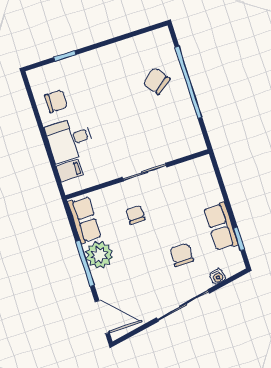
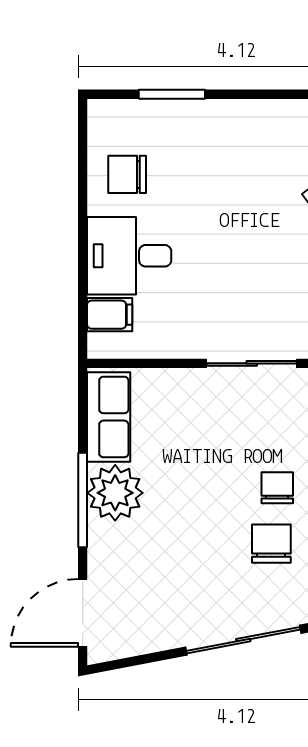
window: (65, 56) -> (172, 94), width x1.50
chair: (56, 101) -> (127, 174), turned 180
chair: (135, 215) -> (277, 488), moved
door: (102, 317) -> (83, 613), swing flipped

